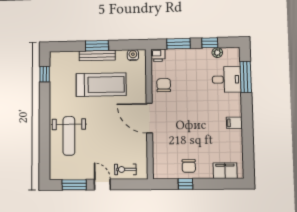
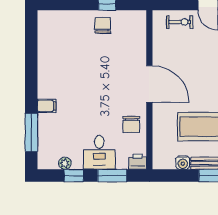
water cooler: (133, 55) -> (183, 163), moved
desk: (227, 79) -> (99, 152), moved, turned -90
filing cabinet: (234, 123) -> (47, 106), moved
filing cabinet: (225, 171) -> (59, 19), removed

